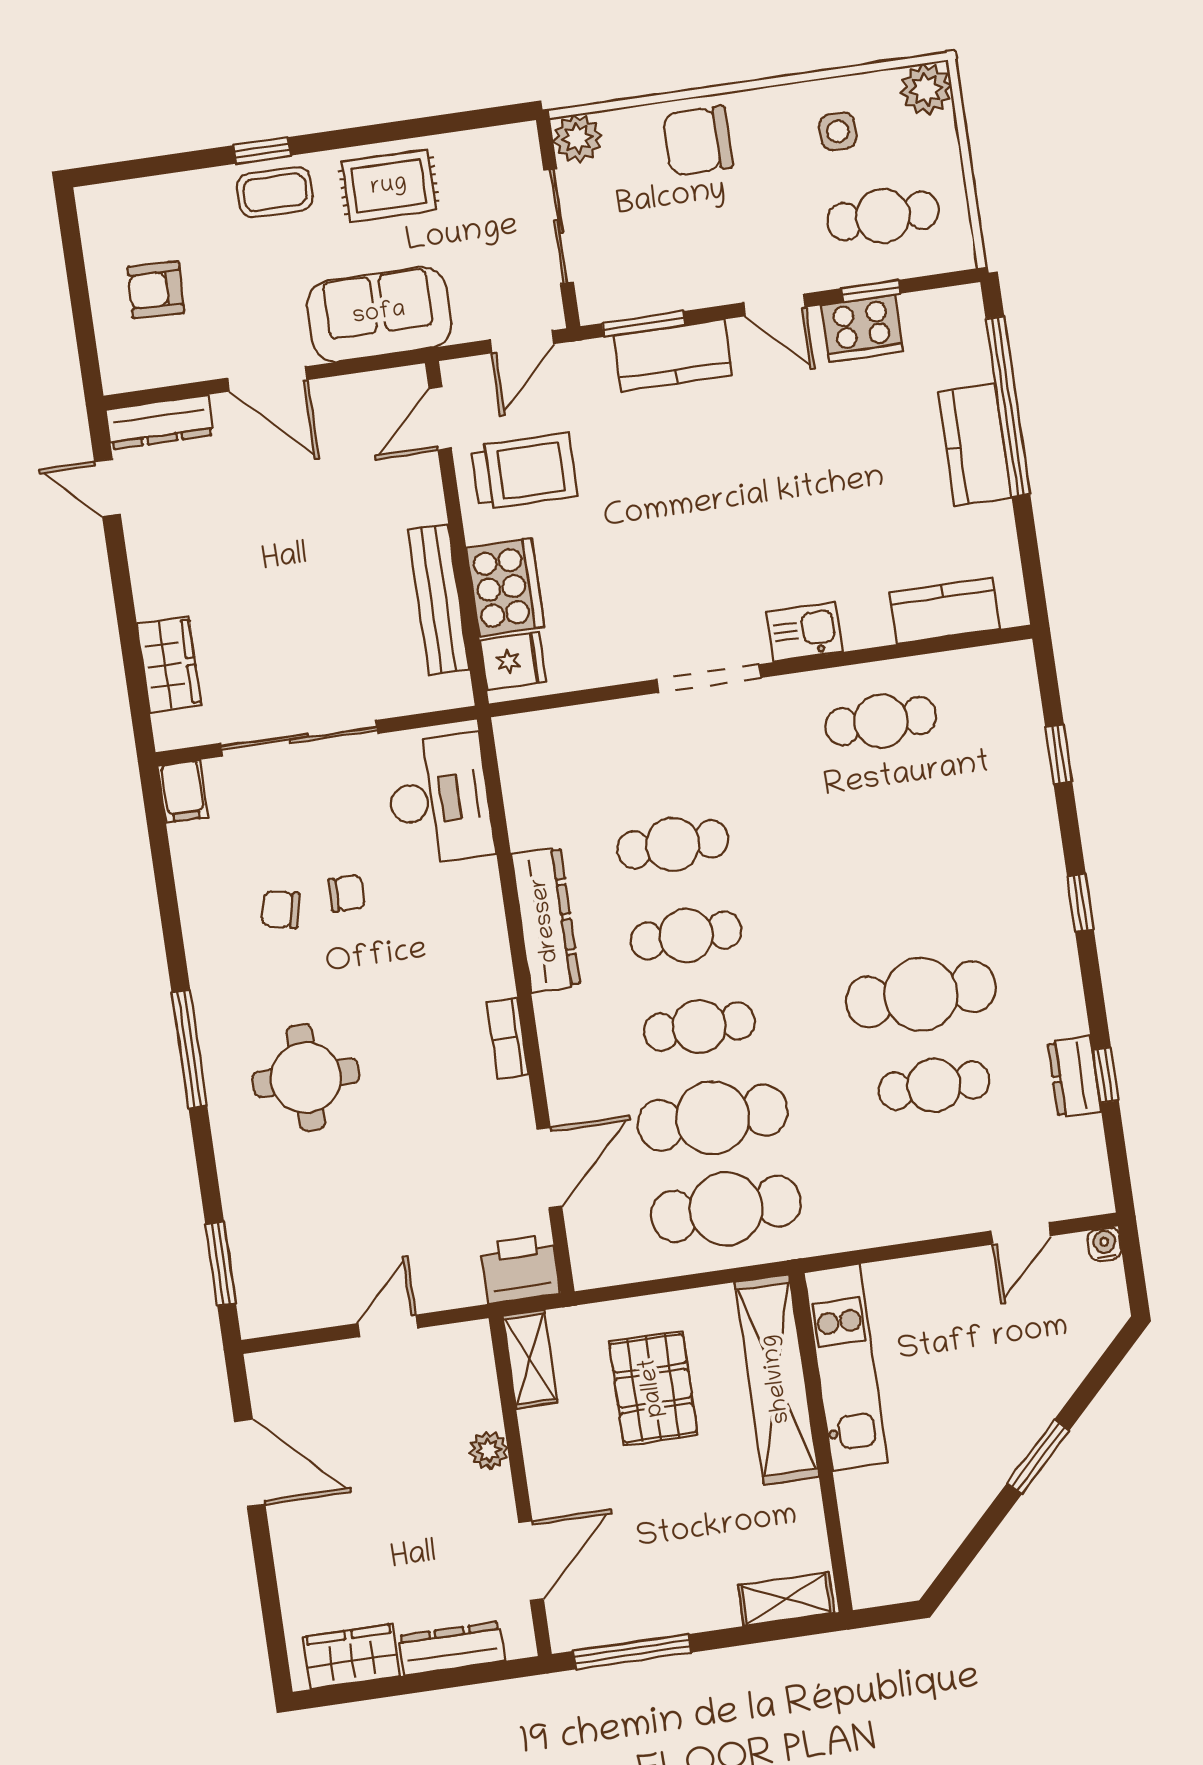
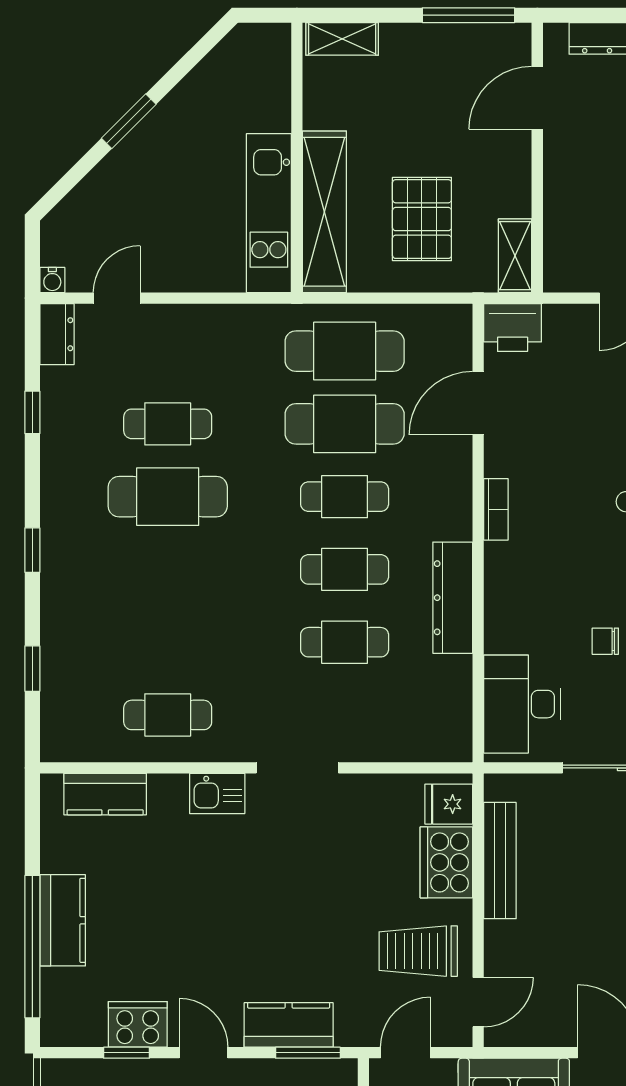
dresser: (1074, 1077) -> (57, 334), moved
plant: (489, 1450) -> (558, 189), removed

